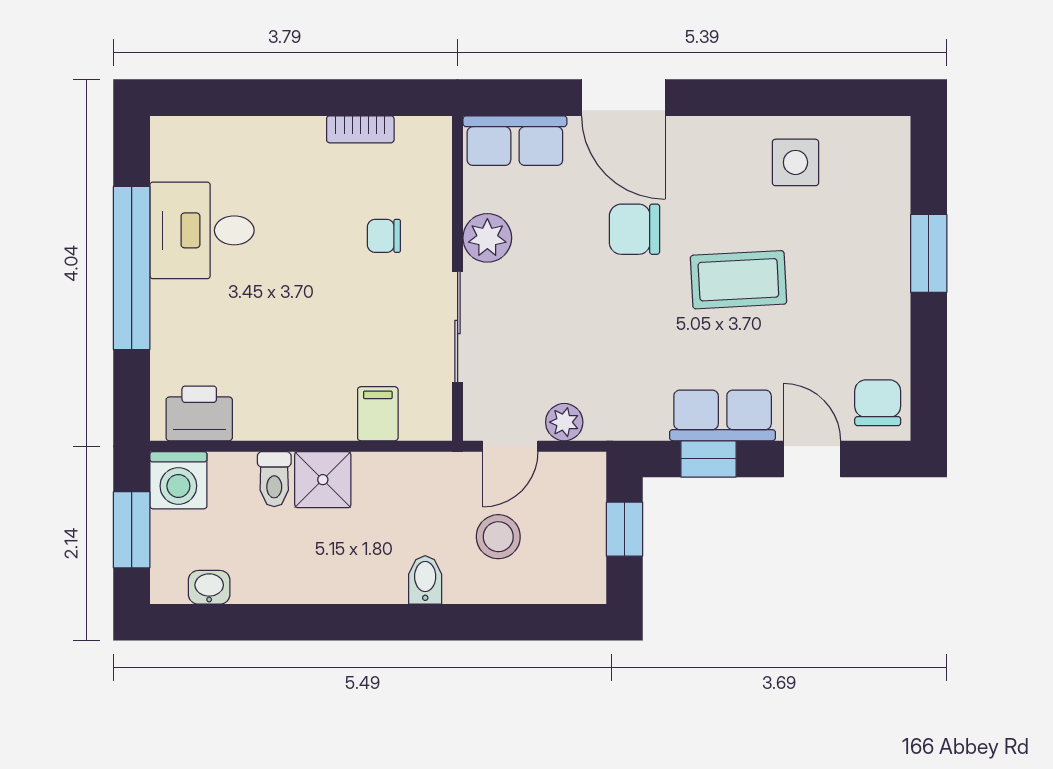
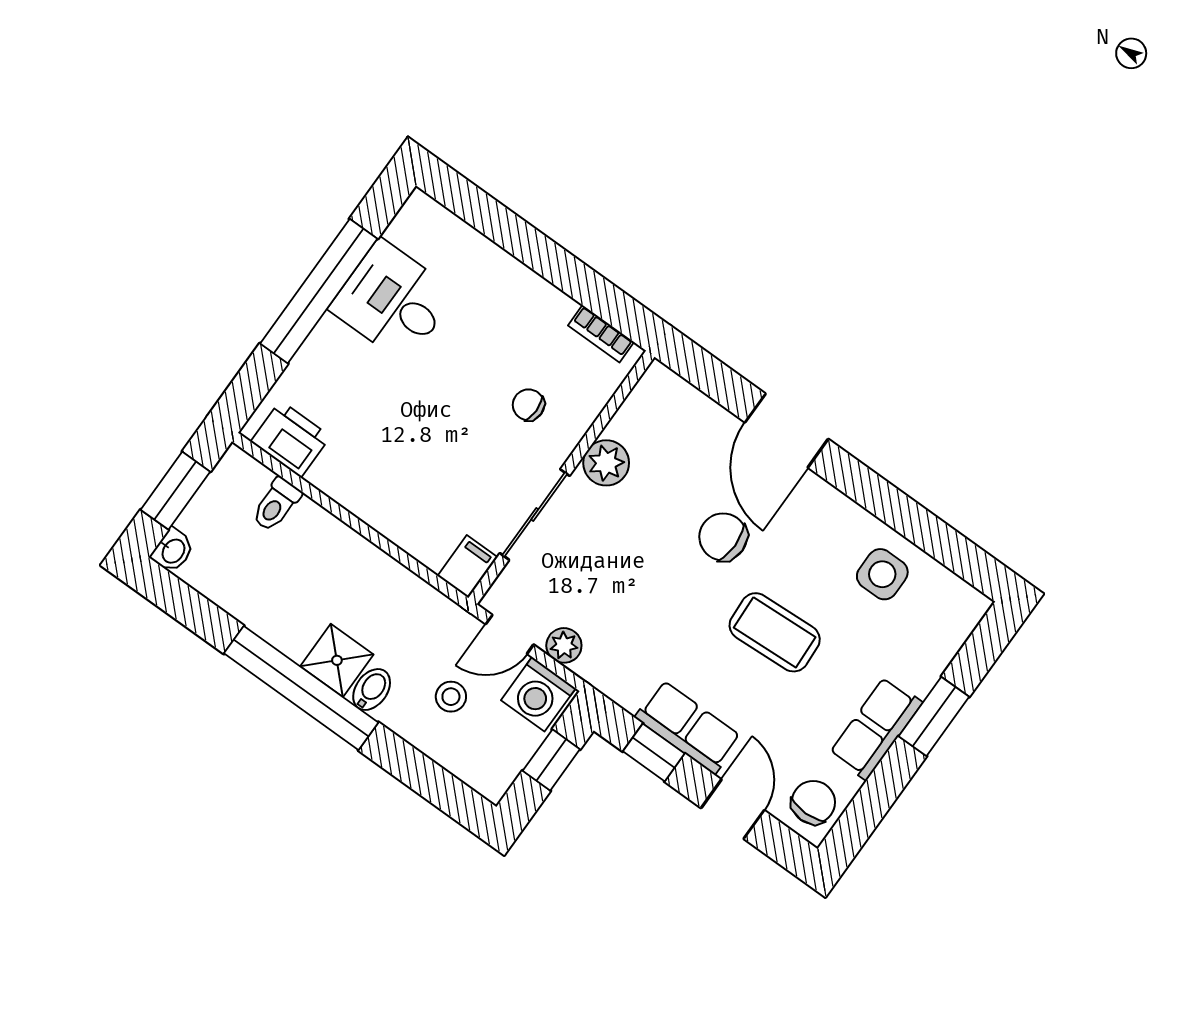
bookcase: (360, 129) -> (601, 334), moved
row of seats: (515, 141) -> (876, 728), moved, turned 90
filing cabinet: (378, 414) -> (468, 567), moved
toilet: (274, 479) -> (276, 505), moved
washing machine: (178, 480) -> (538, 694), moved
shower: (323, 480) -> (337, 660), moved
stool: (498, 537) -> (451, 697), width x0.73, depth x0.73
washbasin: (209, 587) -> (173, 551), moved, turned 90
window: (363, 622) -> (301, 688), added

